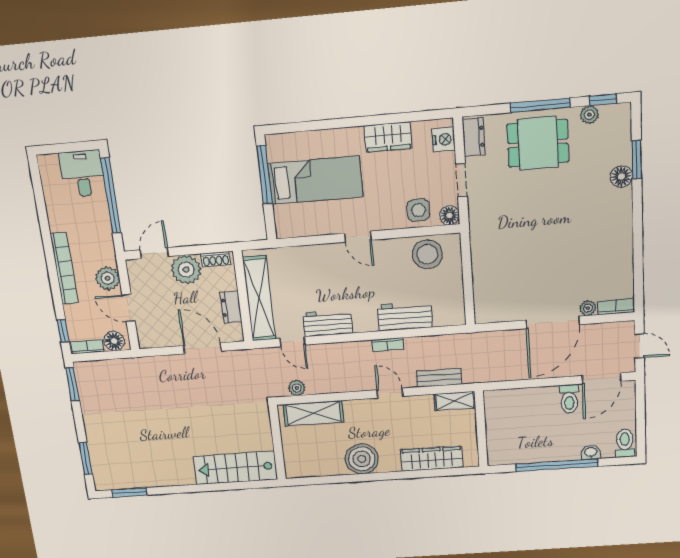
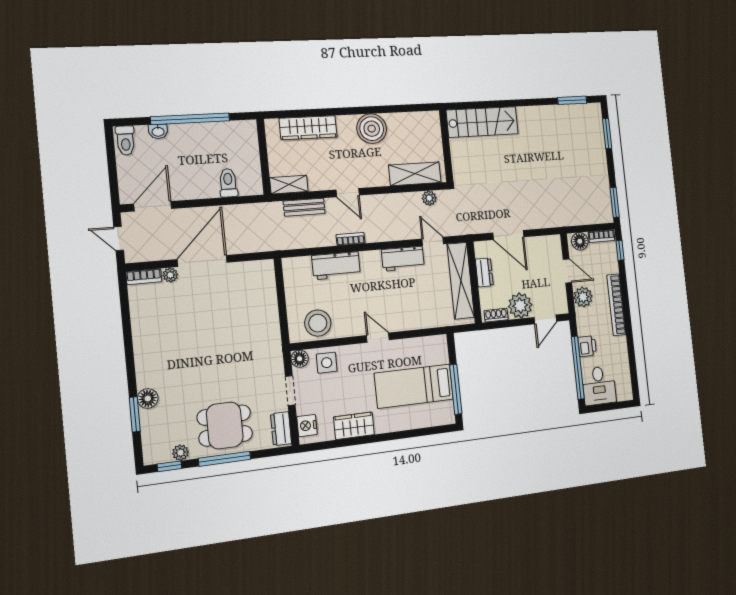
printer: (100, 221) -> (587, 346), added
toilet: (569, 399) -> (228, 183), moved

